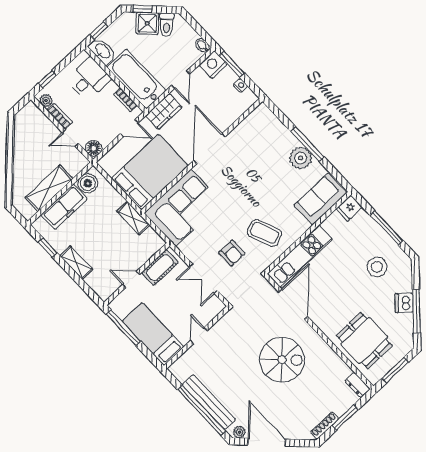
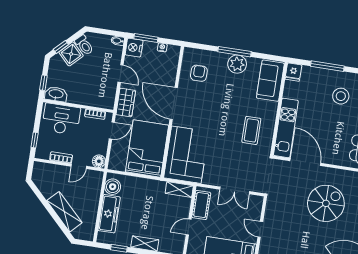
desk: (89, 79) -> (61, 119), width x1.37
bathtub: (136, 79) -> (92, 95), removed
plant: (46, 100) -> (44, 154), removed
shelving: (49, 188) -> (64, 212), moved, turned -45
shelving: (133, 218) -> (179, 189), moved
coffee table: (264, 233) -> (251, 130), turned -68
armchair: (232, 253) -> (199, 73), moved, turned -90

